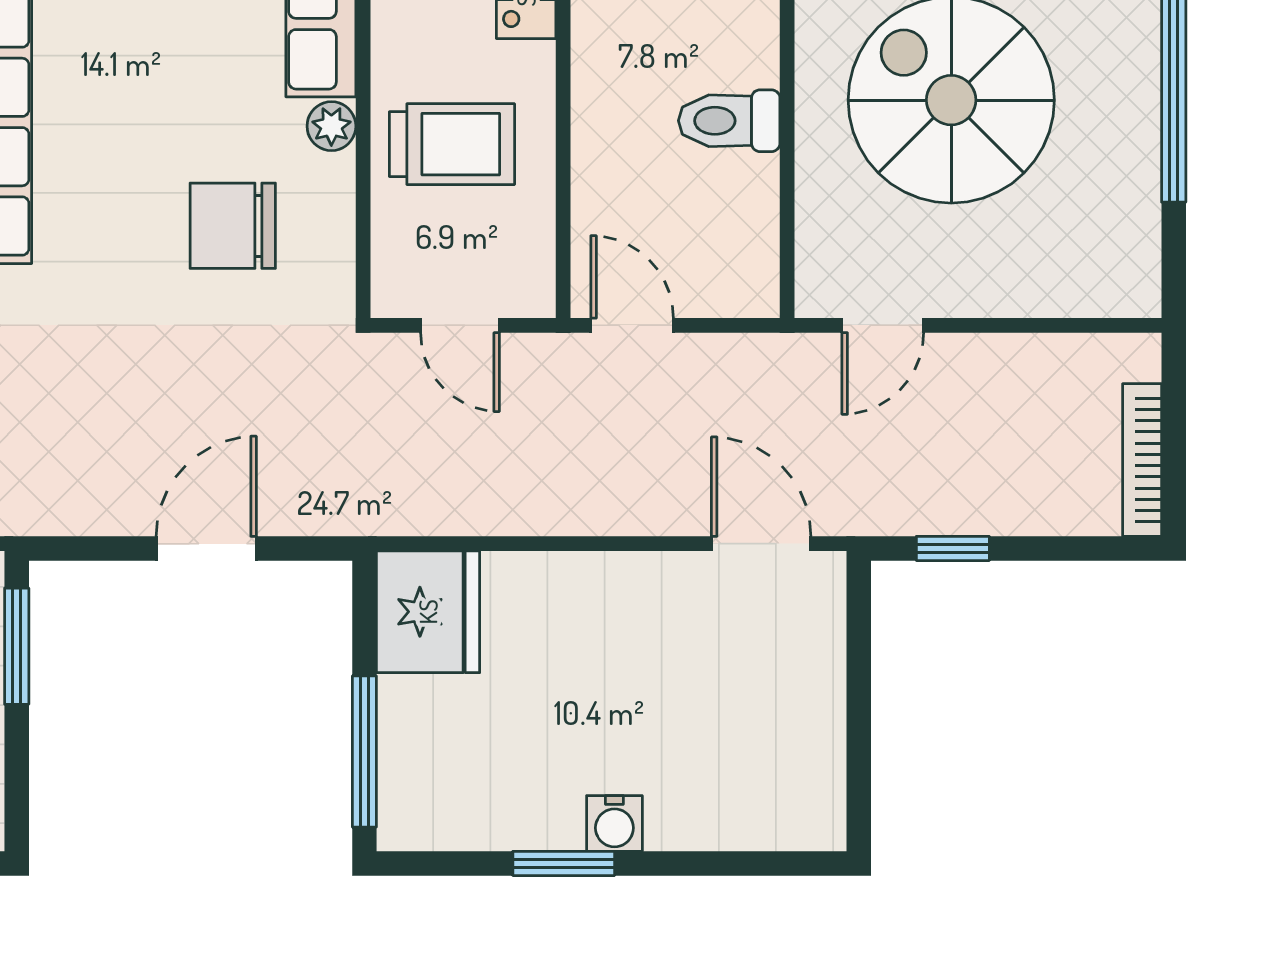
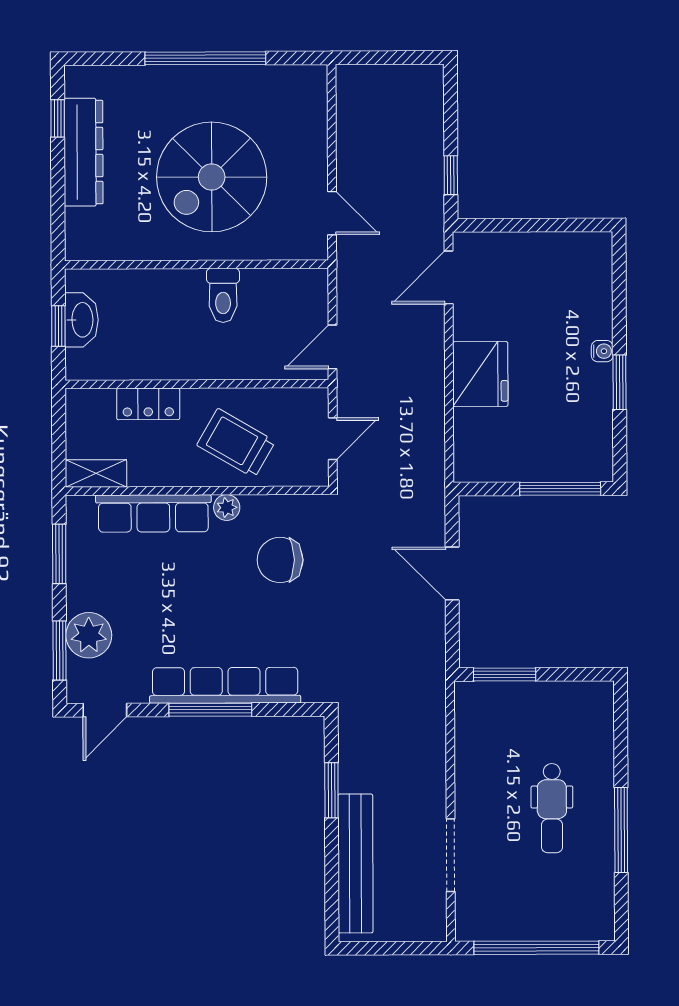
trolley: (452, 144) -> (236, 443), turned -60
chair: (233, 226) -> (280, 560), turned 90
bookcase: (1142, 460) -> (403, 74), removed
fridge: (428, 612) -> (480, 374), moved, turned 90
water cooler: (614, 823) -> (602, 351), width x0.72, depth x0.72

